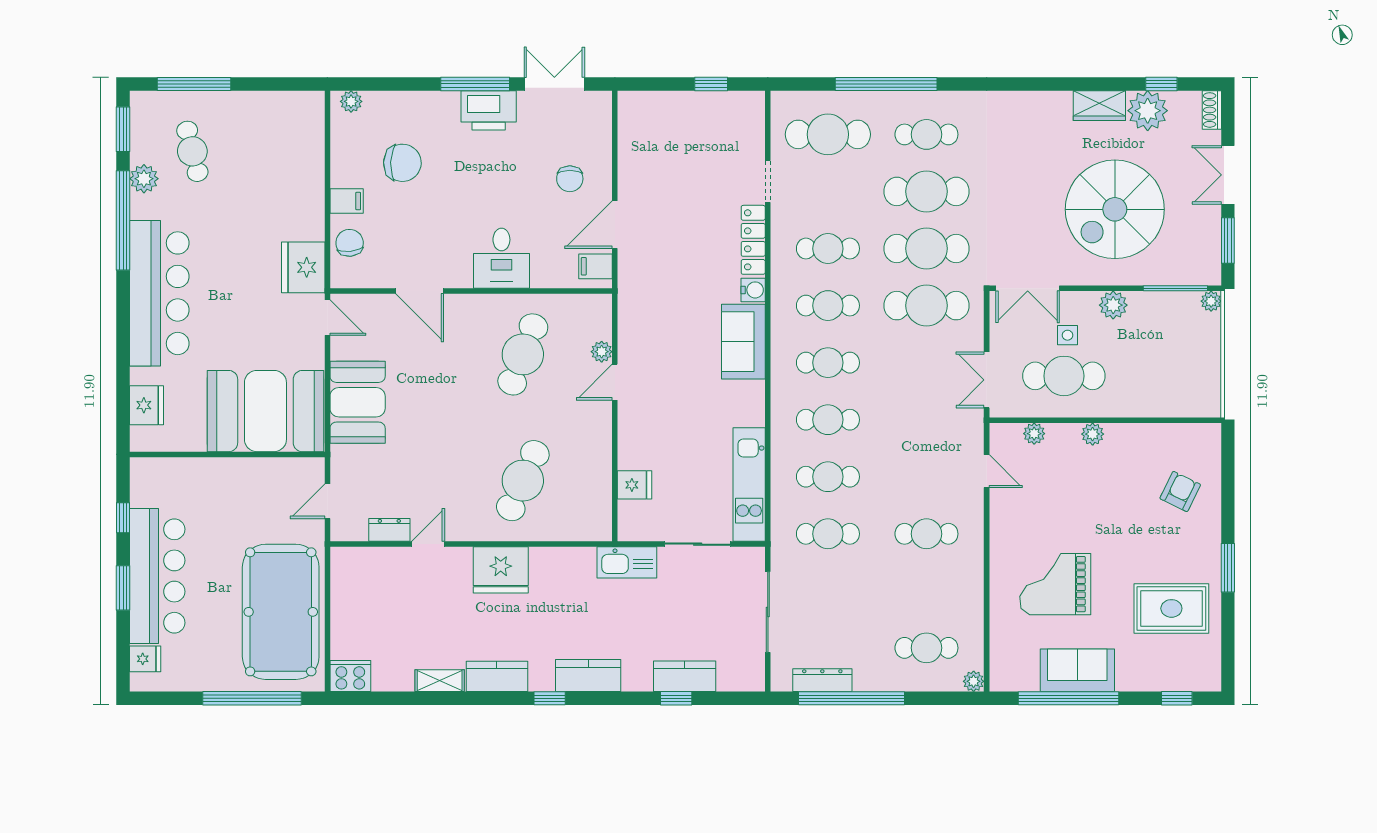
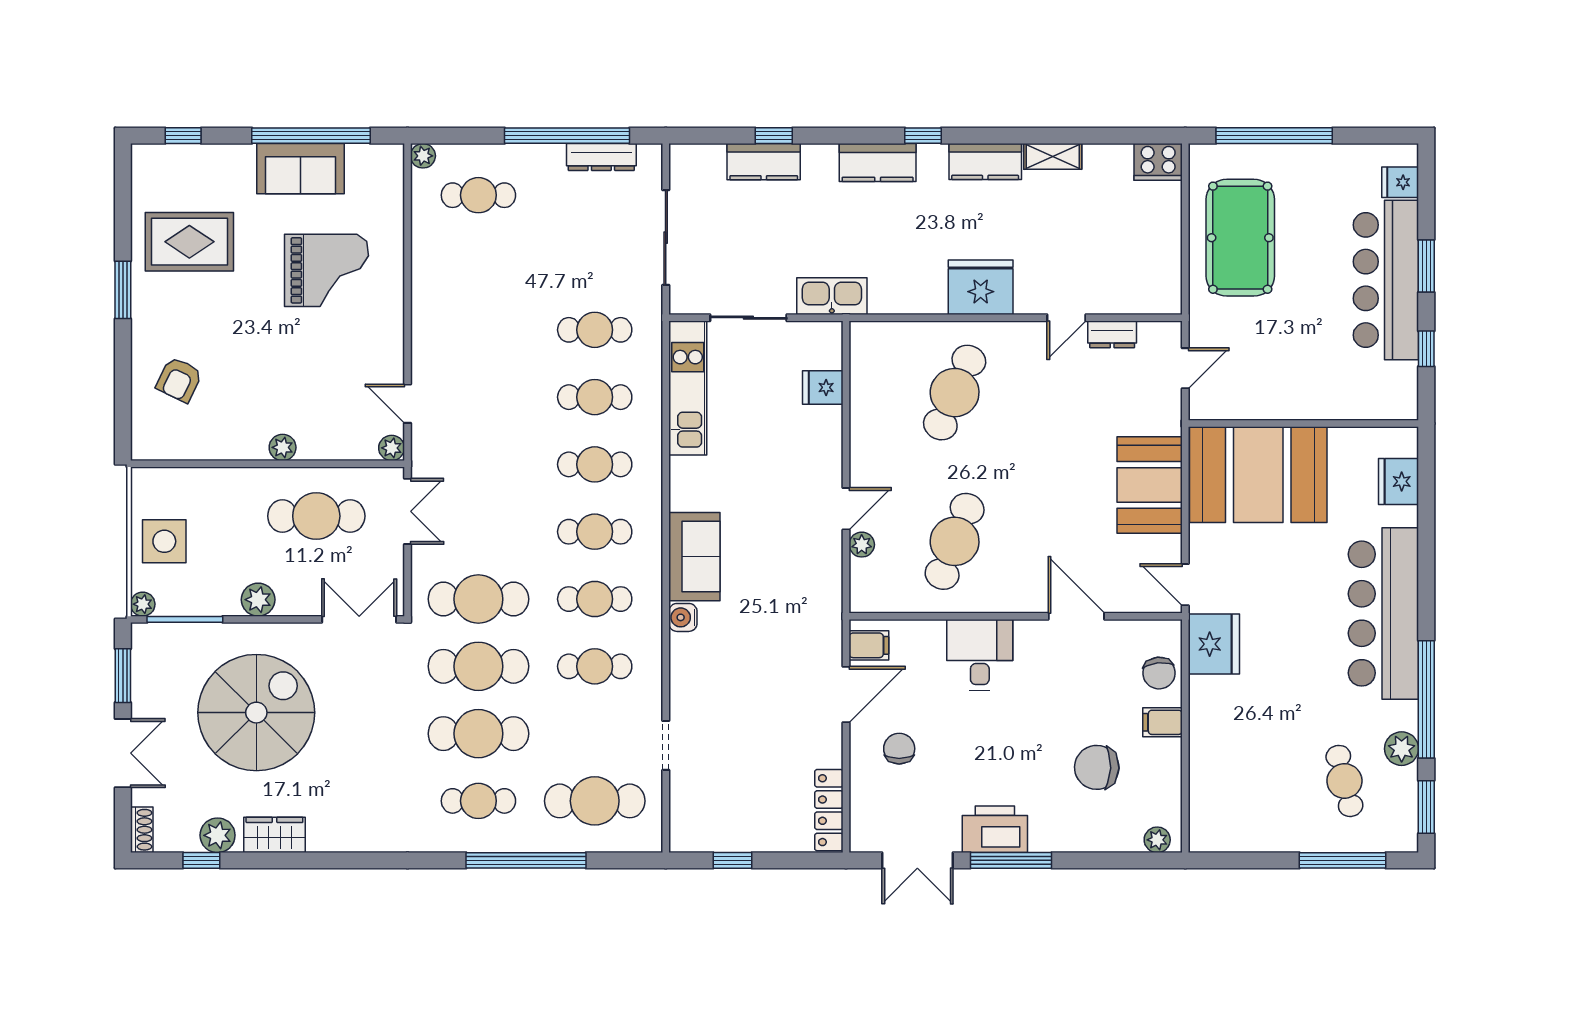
plant: (1148, 111) -> (218, 835), width x0.73, depth x0.73
locker: (753, 240) -> (829, 810), moved, turned 180
side table: (1067, 335) -> (164, 541), moved, width x1.87, depth x1.87
plant: (1034, 434) -> (392, 448), moved
cafe table: (926, 534) -> (478, 330), removed
pool table: (281, 612) -> (1240, 238), width x0.73, depth x0.76

